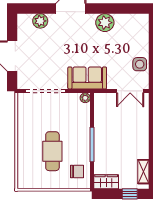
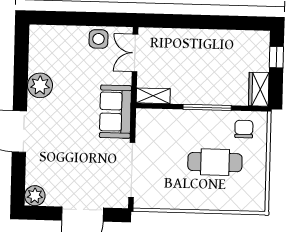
plant: (40, 21) -> (35, 196), moved
double door: (130, 91) -> (135, 53), swing flipped
plant: (85, 98) -> (143, 115), removed
shelving: (143, 172) -> (153, 96), moved

